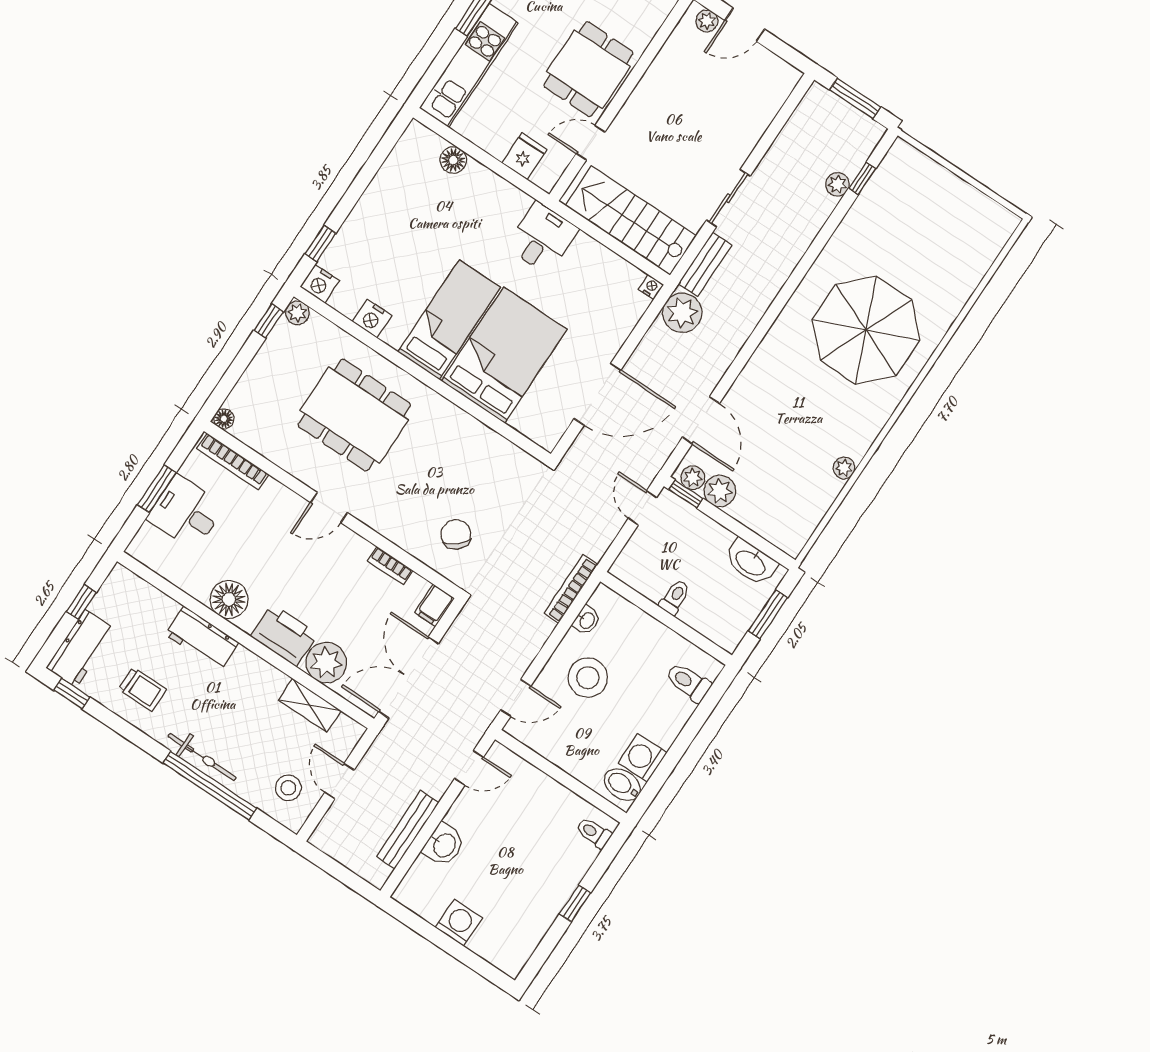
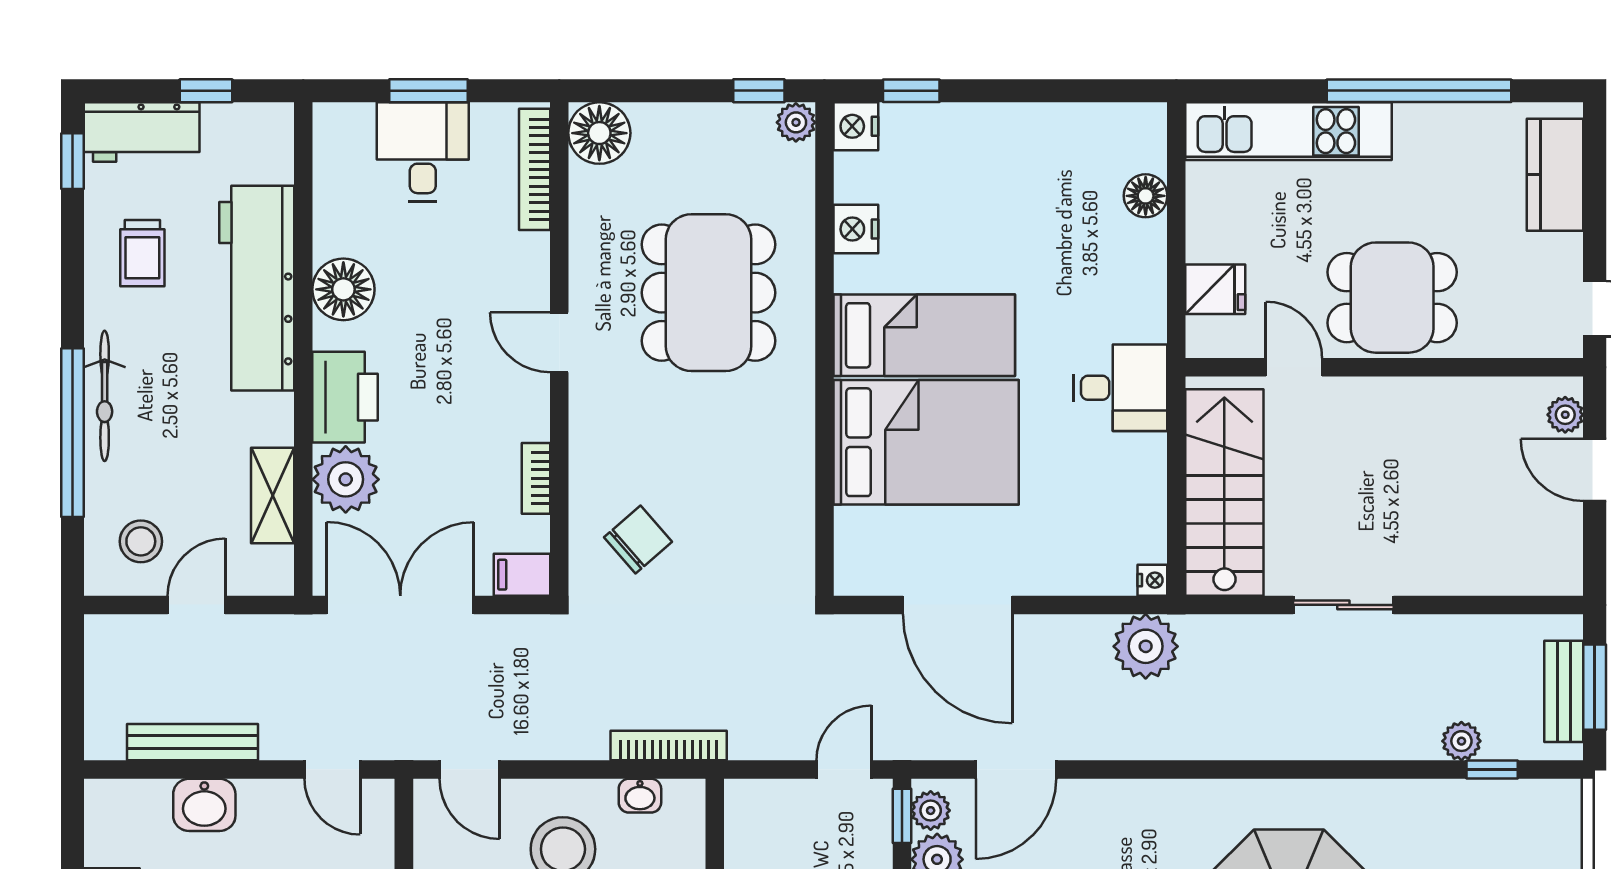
bench: (705, 264) -> (1564, 691), moved, turned 90
floor lamp: (224, 419) -> (599, 133), width x1.89, depth x1.89
workbench: (202, 638) -> (257, 288), width x1.88, depth x1.32

